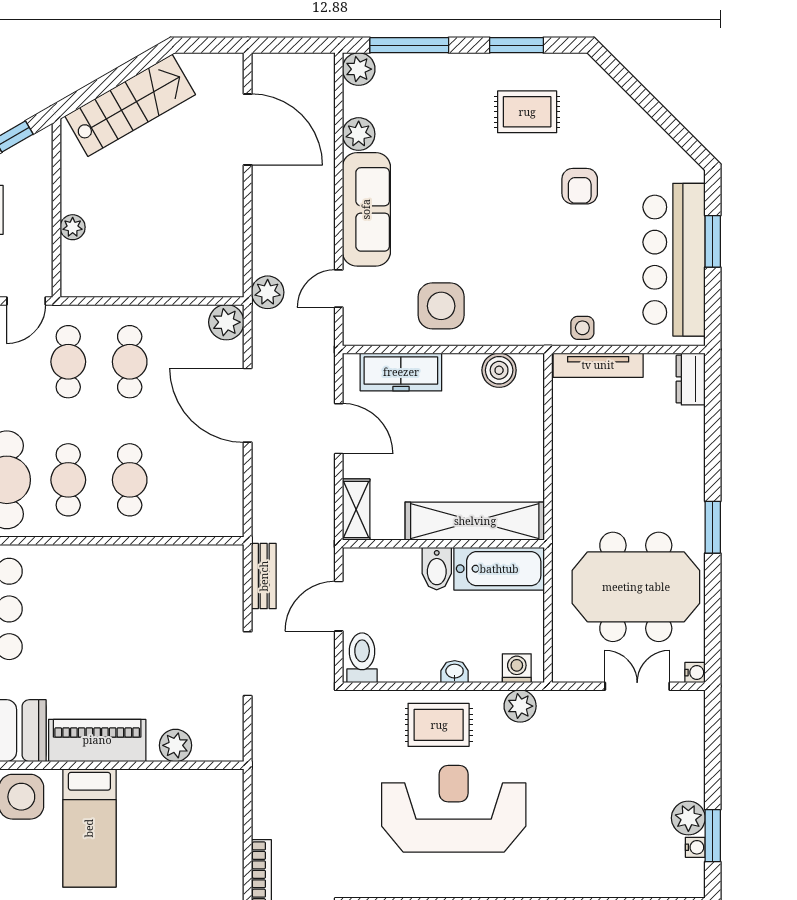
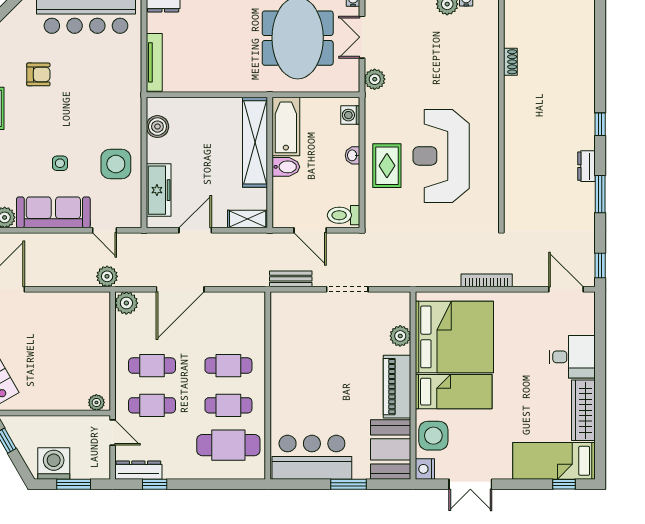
plant: (73, 227) -> (96, 402), moved
side table: (582, 328) -> (60, 163), moved
plant: (520, 706) -> (375, 79), moved
bed: (174, 829) -> (454, 337), added

